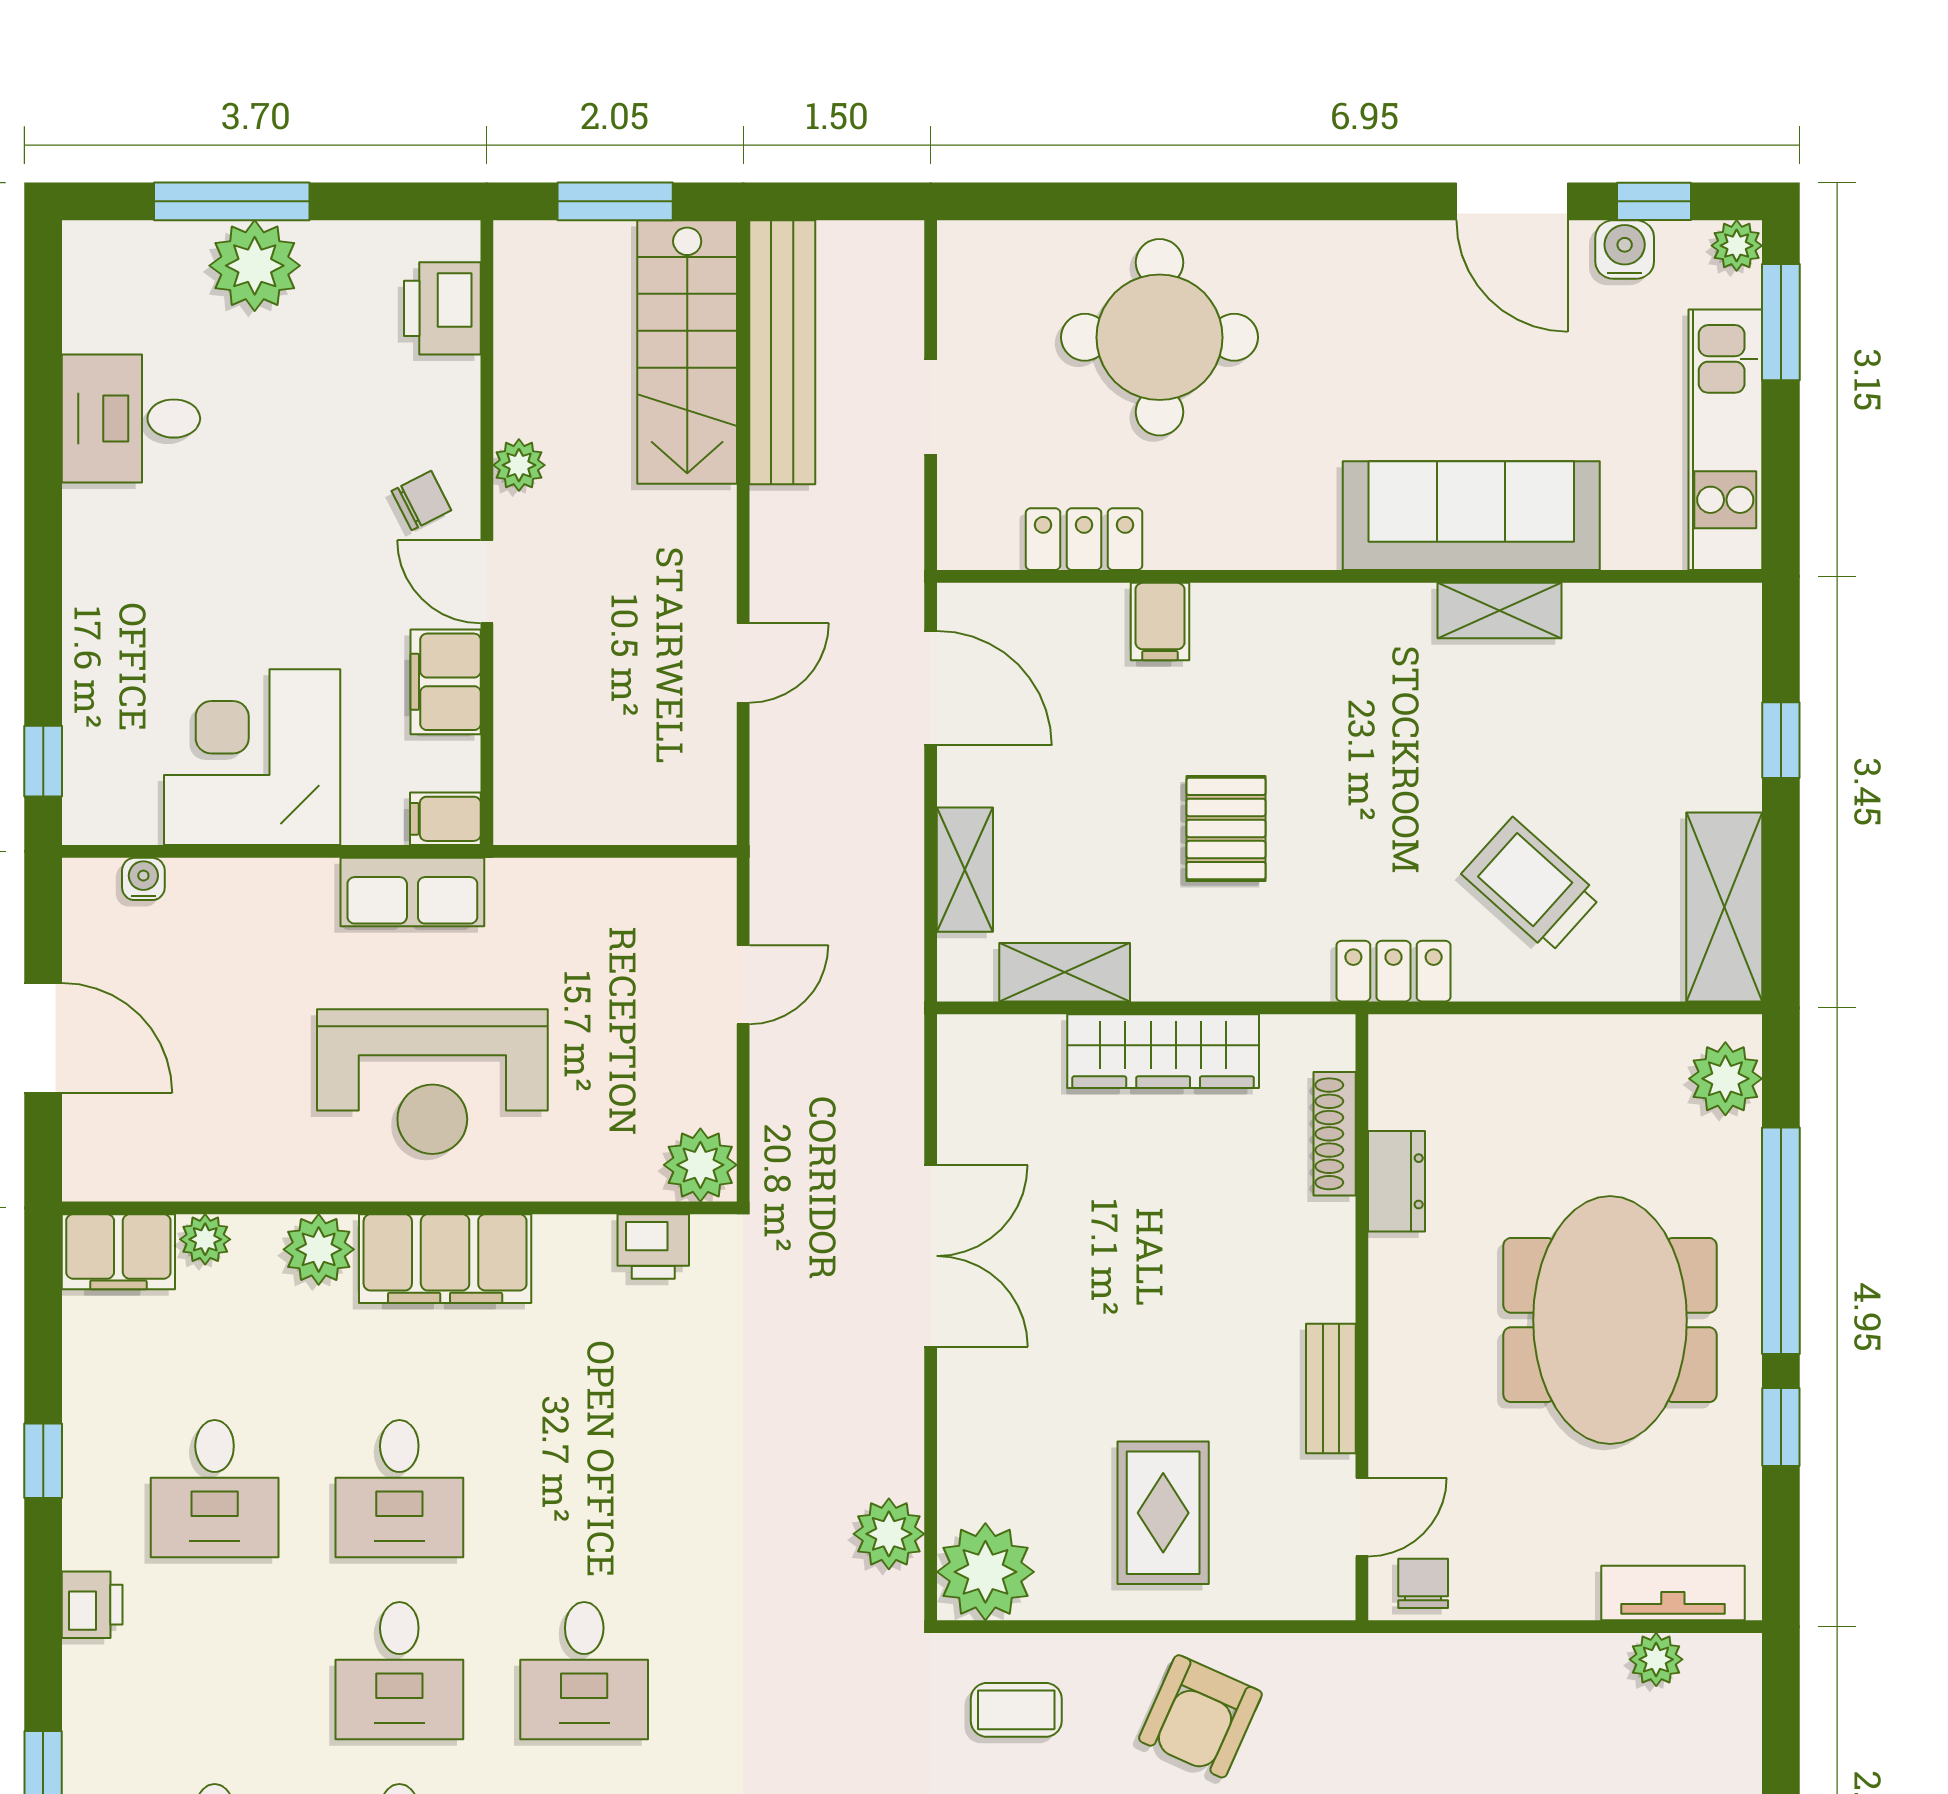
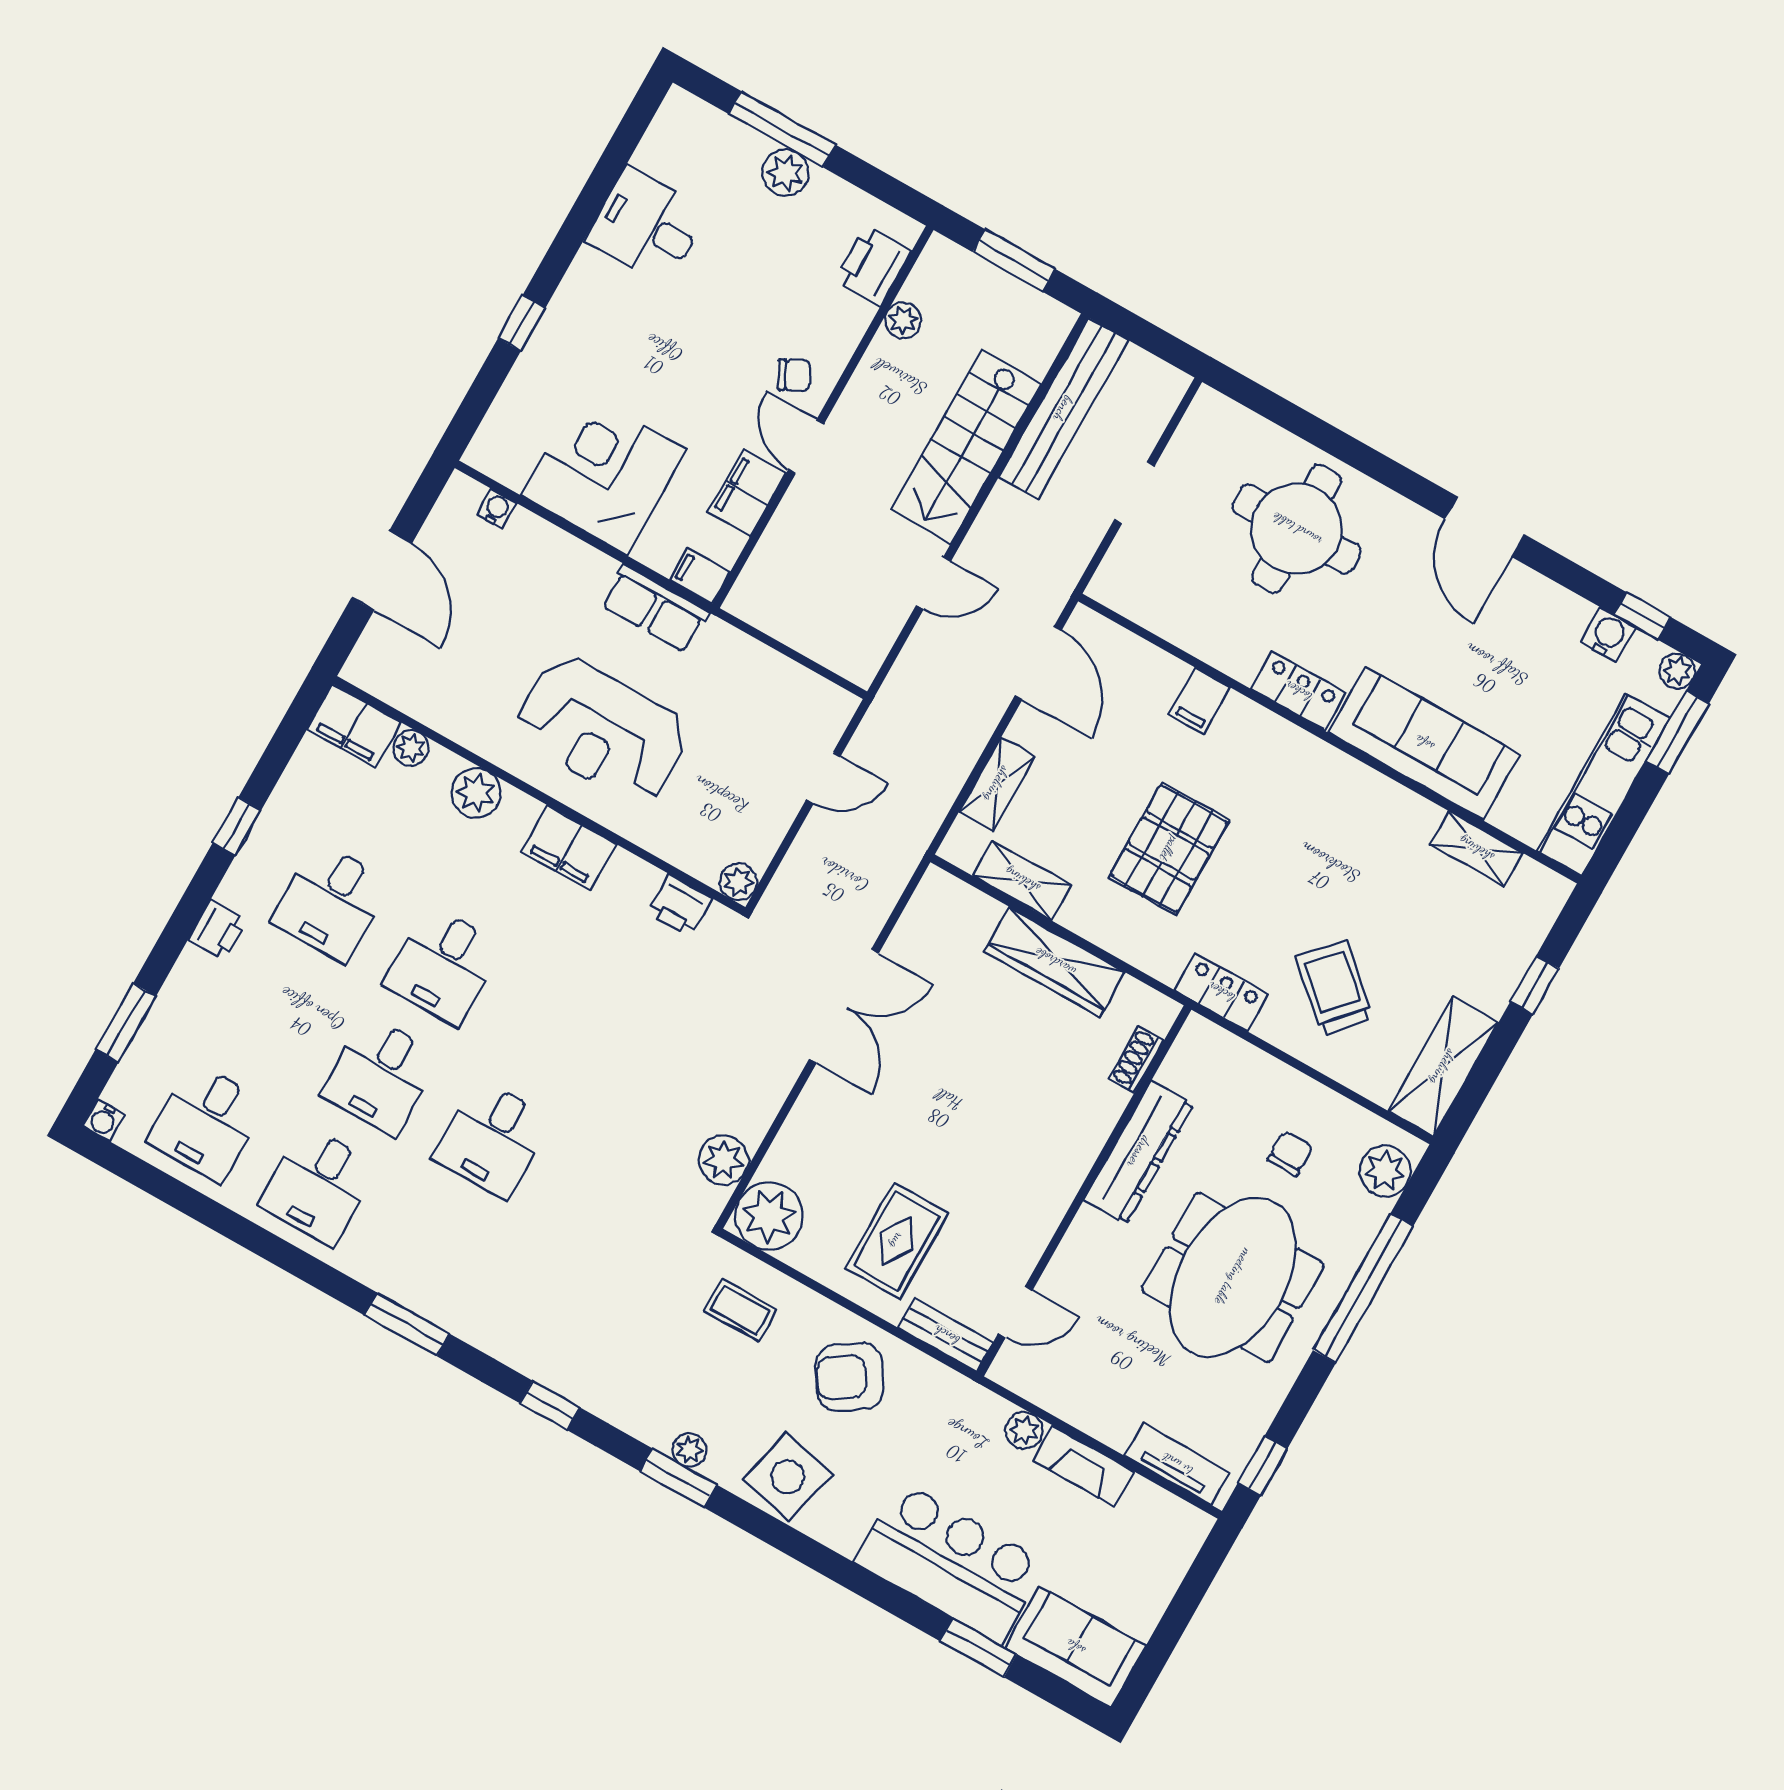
door: (1512, 201) -> (1485, 527), moved
plant: (255, 266) -> (785, 173), width x0.73, depth x0.73
stairs: (687, 352) -> (966, 446), moved
plant: (519, 465) -> (903, 320), moved
locker: (1084, 539) -> (1298, 691), moved
shelving: (1499, 611) -> (1476, 849), moved
window: (43, 761) -> (522, 323), moved
pallet: (1226, 829) -> (1169, 849), width x1.50, depth x1.42
shoe rack: (1335, 1134) -> (1136, 1059), width x0.70
plant: (700, 1165) -> (738, 882), width x0.73, depth x0.73
dresser: (1397, 1181) -> (1139, 1152), width x1.96, depth x1.24
filing cabinet: (445, 1259) -> (569, 848), width x0.67, depth x0.86
bench: (1331, 1388) -> (946, 1335), moved, turned 90
window: (1781, 1427) -> (1263, 1466), moved
chair: (1423, 1583) -> (1290, 1154), moved
plant: (1656, 1659) -> (1024, 1430), moved
fireplace: (1557, 1662) -> (1084, 1466), added
armchair: (1200, 1716) -> (849, 1377), turned 33

